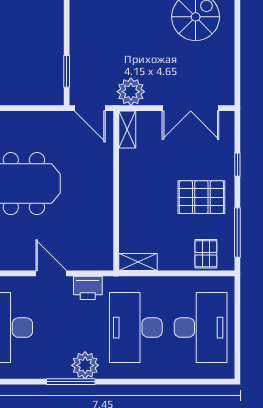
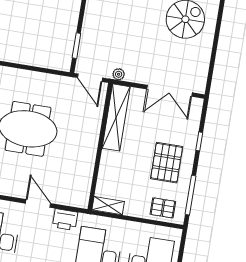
plant: (131, 92) -> (119, 74), width x0.53, depth x0.53
shelving: (127, 130) -> (116, 117), width x2.20, depth x1.33
pallet: (201, 197) -> (167, 163), turned 90
pallet: (206, 254) -> (163, 208), turned 90

